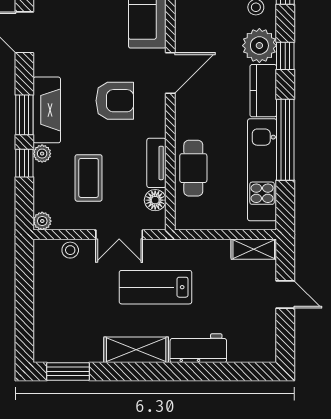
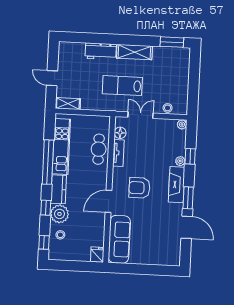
window: (24, 115) -> (188, 198), moved
coffee table: (89, 178) -> (156, 147), removed
lab bench: (155, 287) -> (122, 86), turned 180

